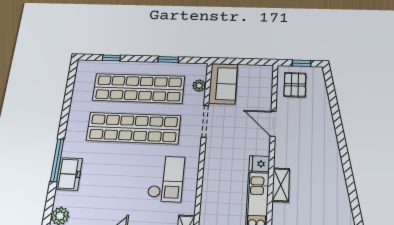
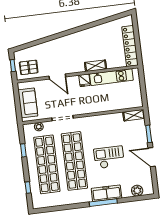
sofa: (223, 84) -> (28, 103), moved, turned 90
door: (273, 124) -> (57, 77), hinge flipped
freezer: (69, 174) -> (106, 193), width x1.40
checkout: (166, 179) -> (109, 157), moved

